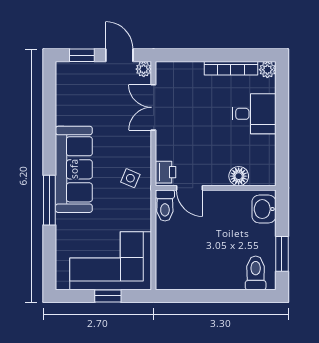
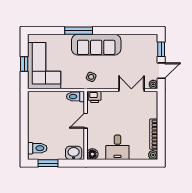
desk: (254, 114) -> (117, 147), moved
floor lamp: (239, 176) -> (92, 154), moved
door: (190, 188) -> (86, 121), moved

